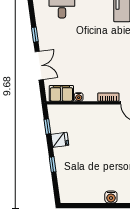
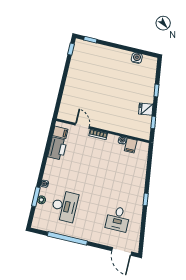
double door: (39, 66) -> (148, 173), removed
filing cabinet: (61, 93) -> (131, 145), width x0.50
water cooler: (111, 197) -> (137, 58), moved

